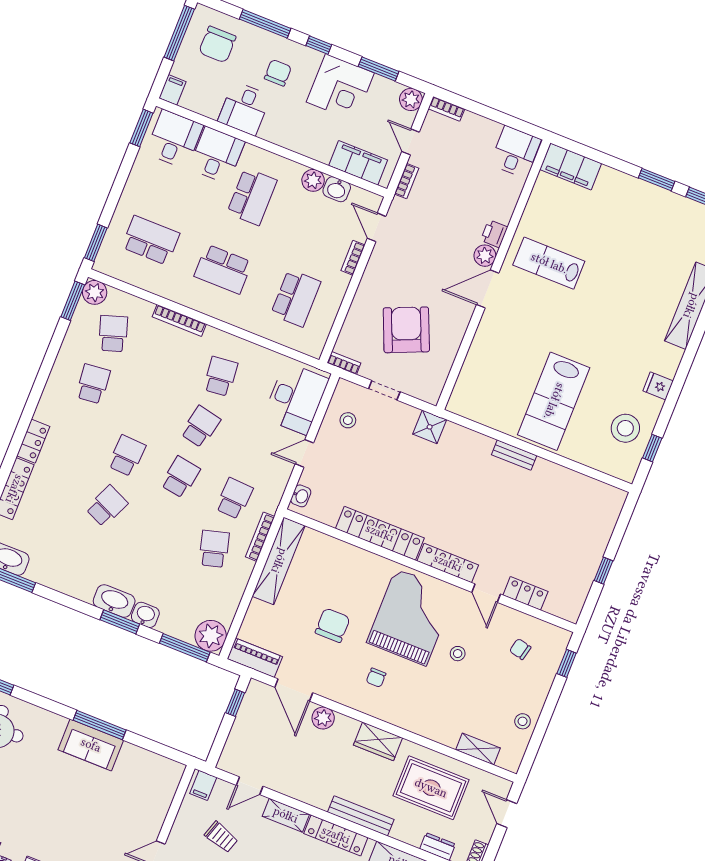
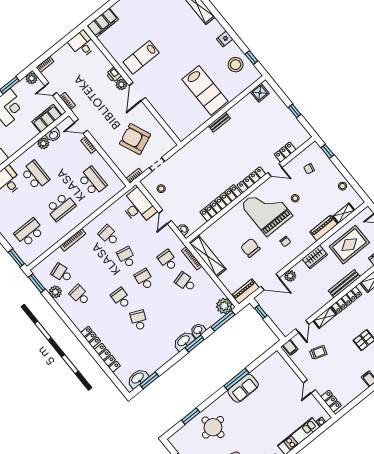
plant: (95, 292) -> (55, 292), moved
shower: (430, 427) -> (260, 93), moved
piano: (434, 729) -> (324, 228), added

